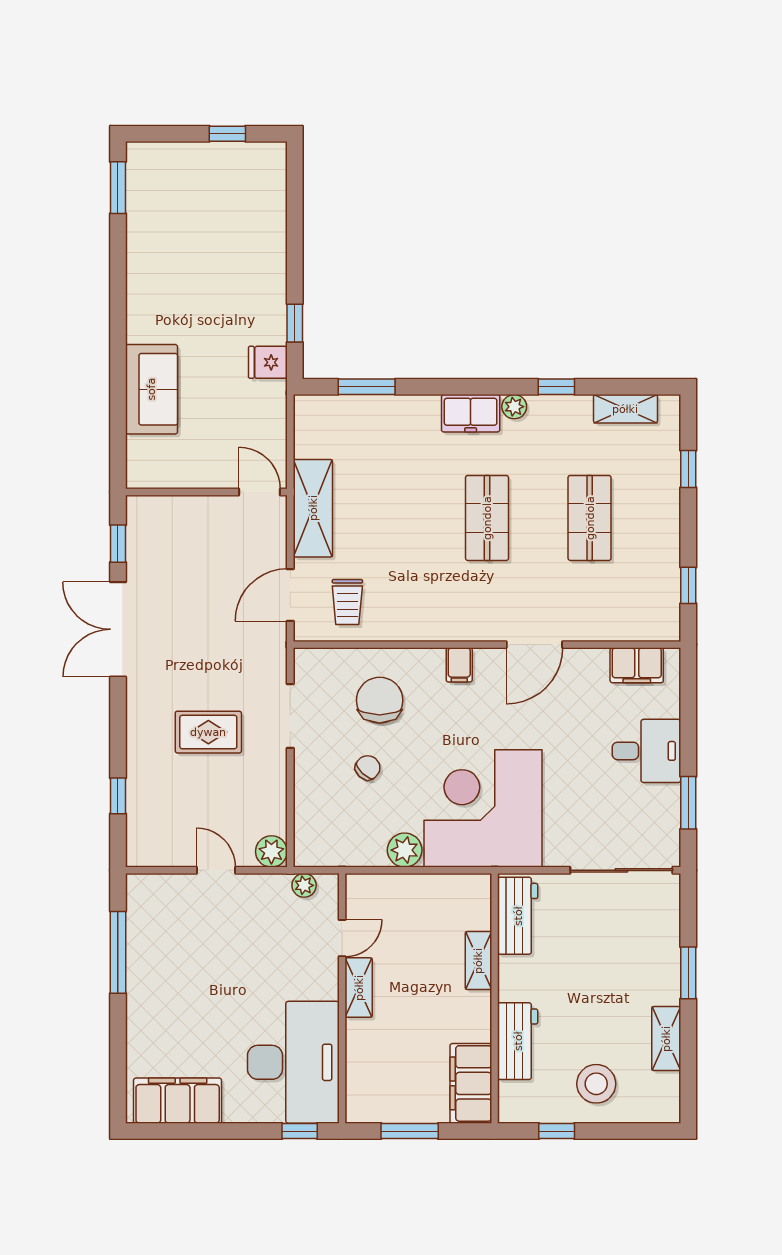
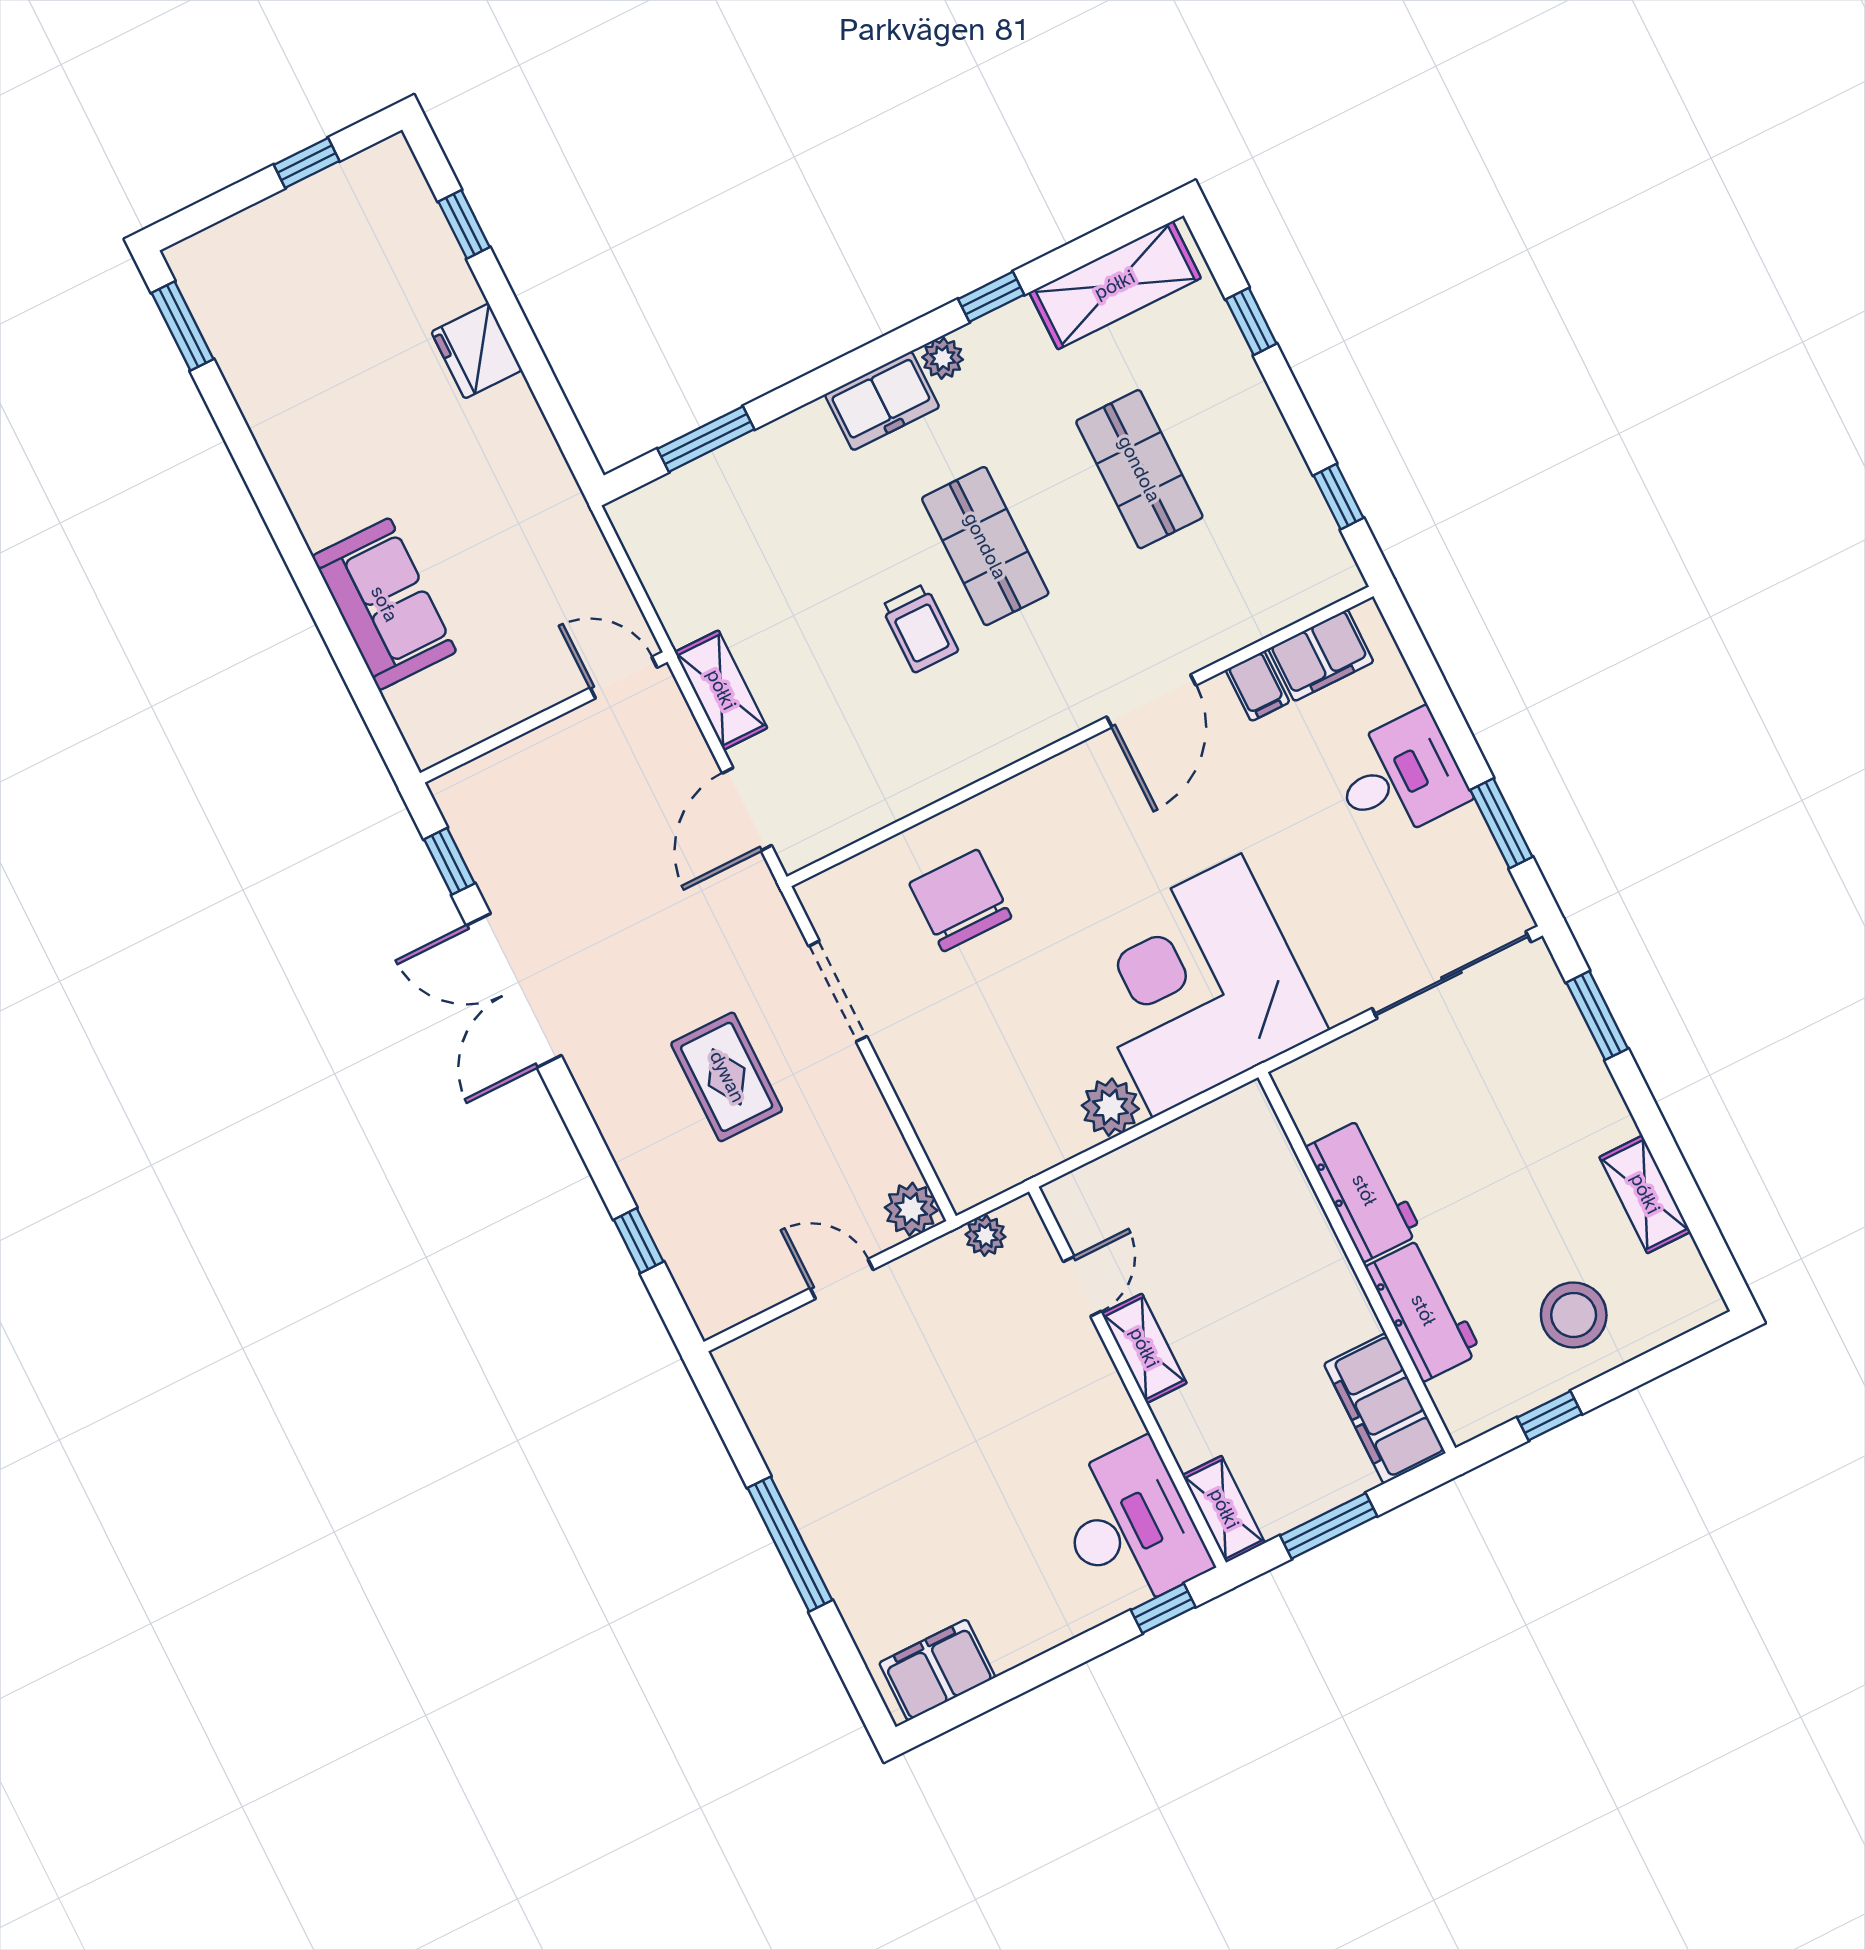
window: (295, 323) -> (464, 224), moved
fridge: (268, 362) -> (477, 351), moved, width x1.38
shelving: (625, 409) -> (1115, 285), width x1.50, depth x1.33
shelving: (313, 508) -> (721, 690), width x0.67, depth x0.75
trolley: (347, 602) -> (920, 628), moved
filing cabinet: (459, 665) -> (1257, 686), moved
rug: (208, 732) -> (727, 1077), turned 90
chair: (368, 768) -> (993, 1011), removed
workbench: (518, 916) -> (1364, 1190), moved
window: (118, 952) -> (790, 1544), moved
shelving: (478, 961) -> (1224, 1509), moved
window: (688, 973) -> (1597, 1016), moved
desk: (293, 1062) -> (1130, 1526), width x0.73, depth x0.77
filing cabinet: (178, 1101) -> (937, 1670), width x0.67, depth x0.86

